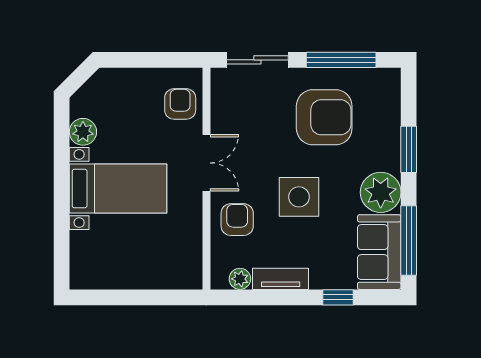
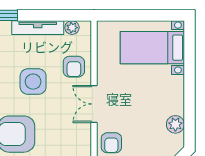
bed with nightstands: (118, 188) -> (152, 48), moved
tv unit: (281, 279) -> (38, 28), width x1.41

